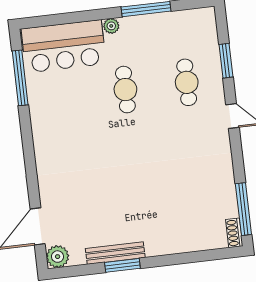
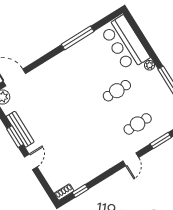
window: (20, 78) -> (78, 38), moved
window: (243, 209) -> (80, 191), width x0.46
door: (169, 260) -> (31, 162), added

